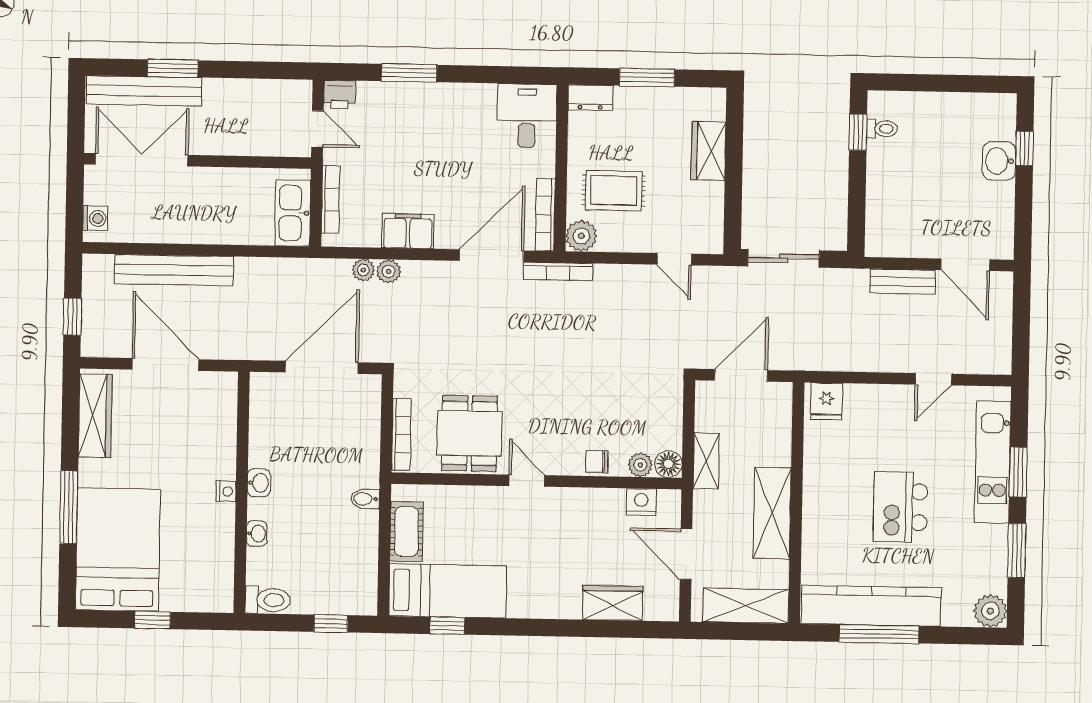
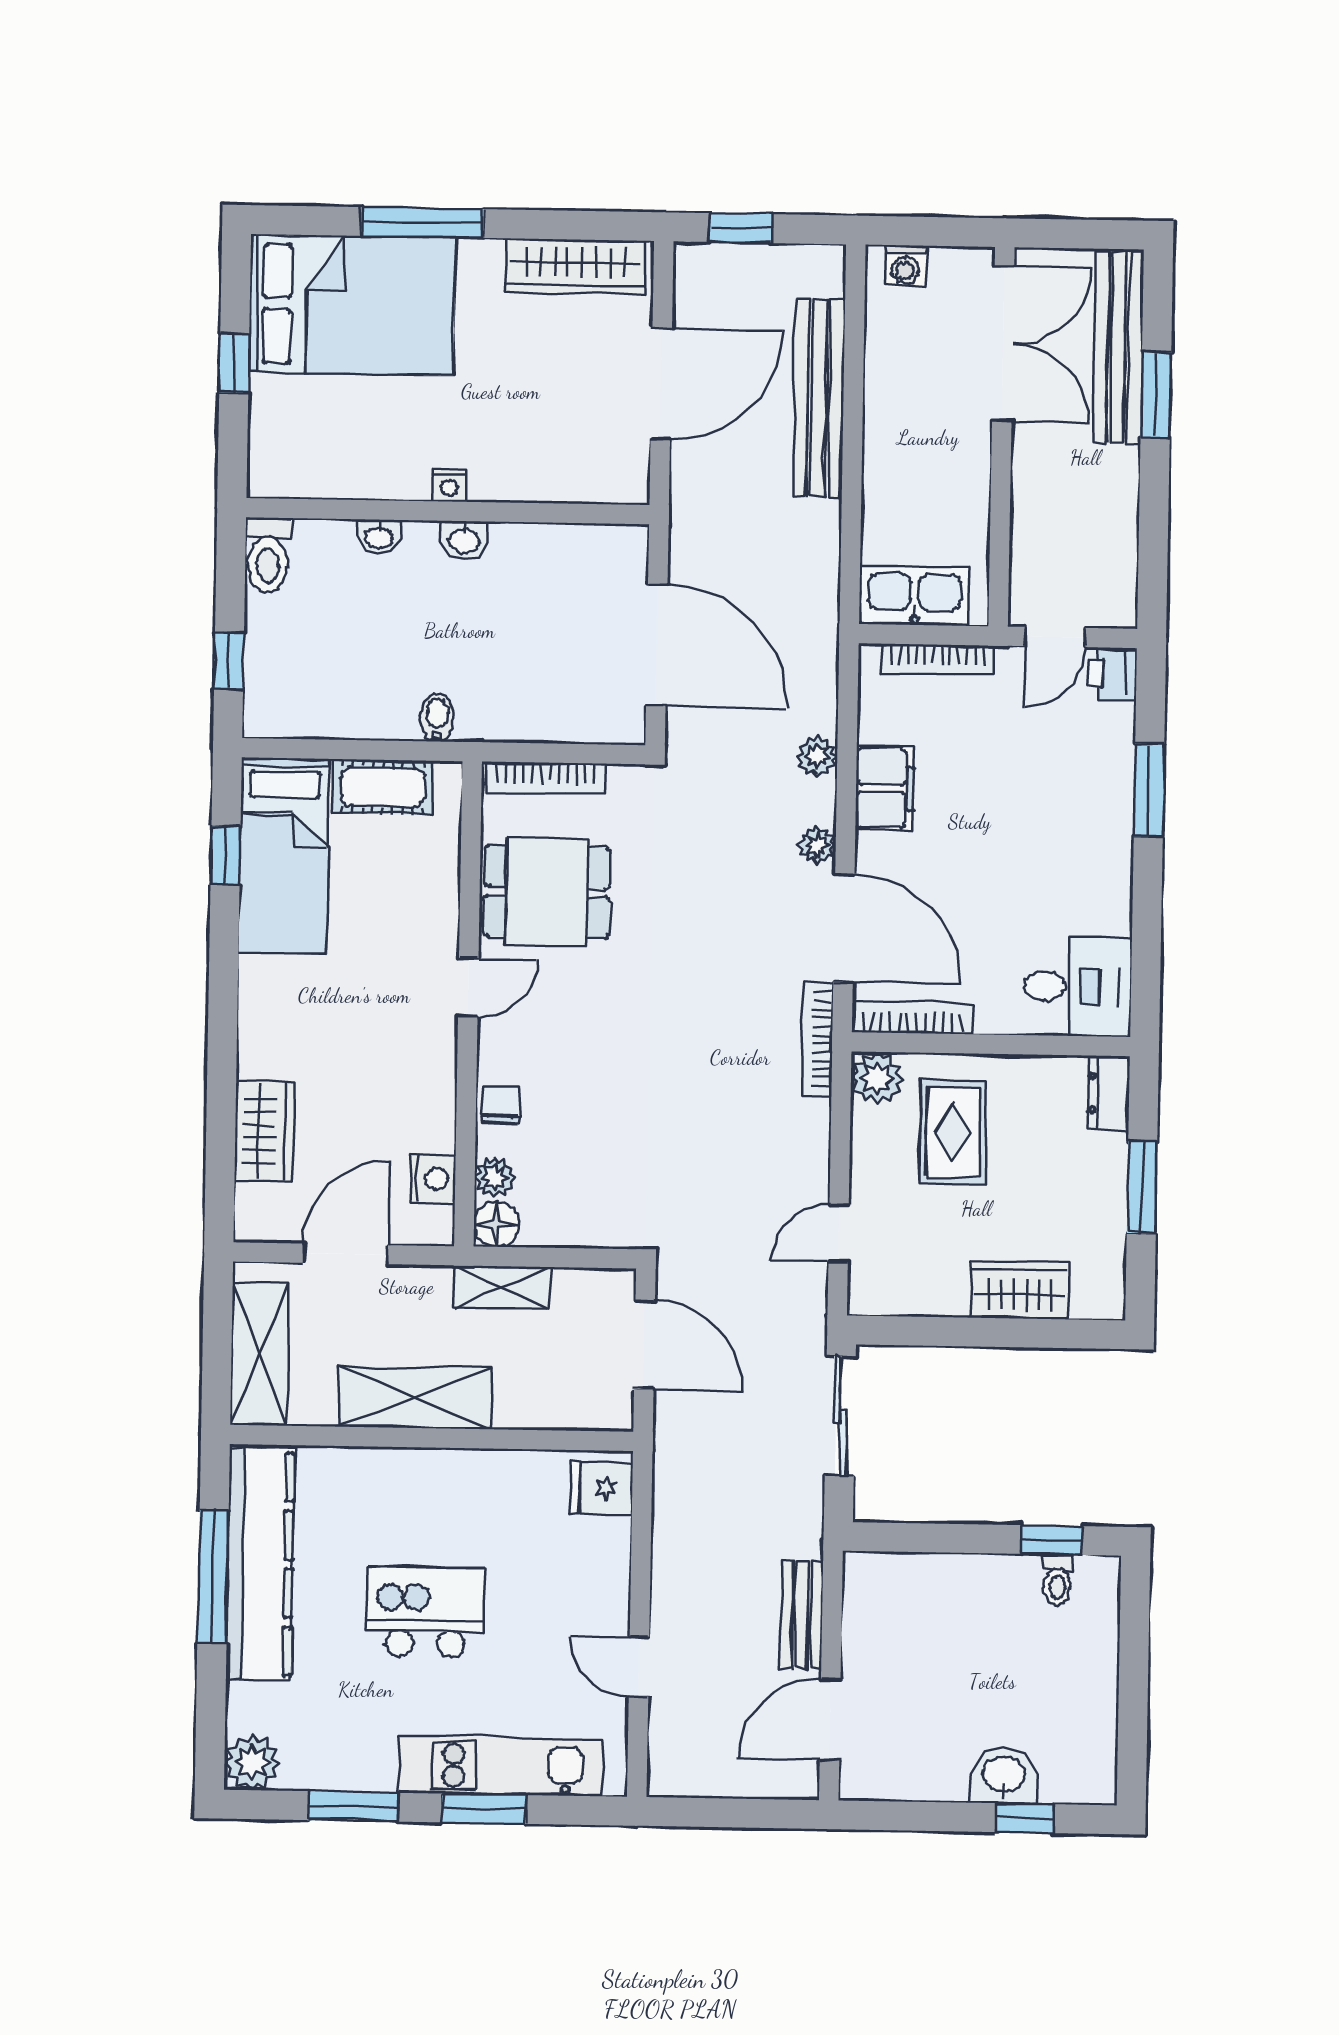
plant: (363, 270) -> (817, 845), moved

